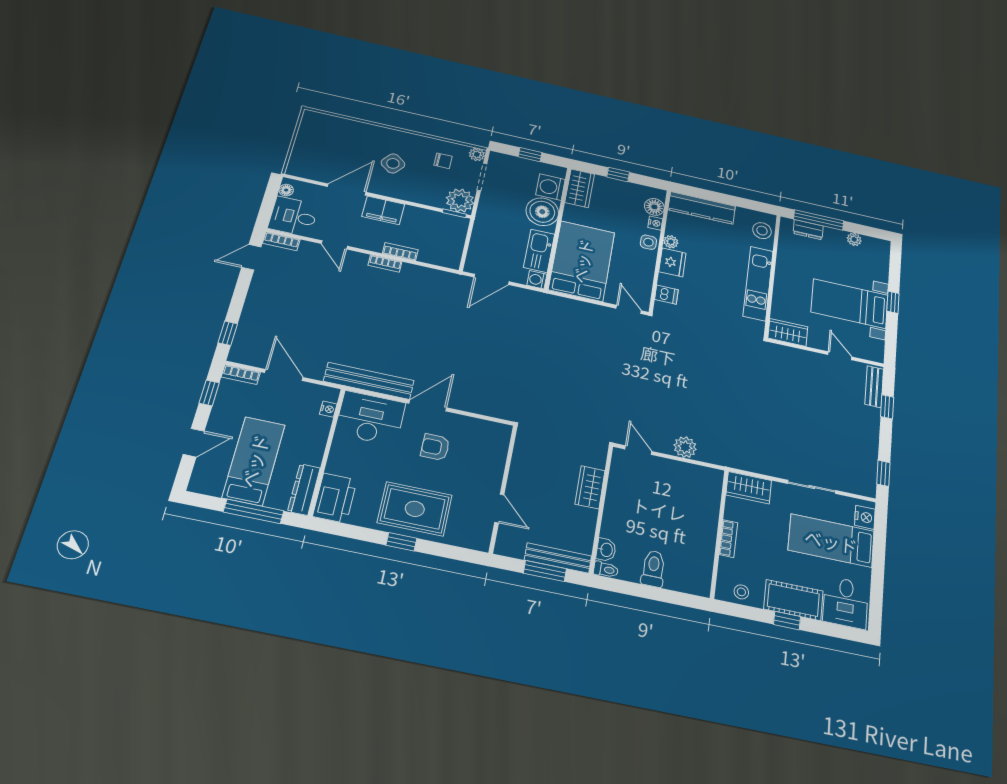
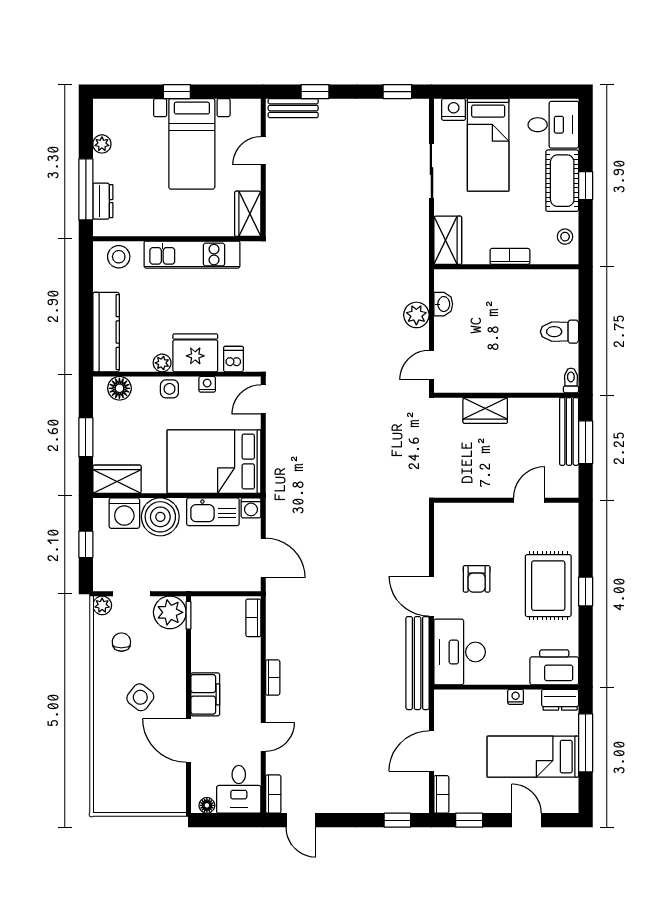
window: (618, 175) -> (86, 437), width x1.50
nightstand: (655, 223) -> (207, 384), moved
bookcase: (400, 252) -> (253, 618), moved
fridge: (672, 262) -> (195, 353), width x1.36, depth x1.34
nightstand: (328, 409) -> (516, 697), moved
dresser: (304, 489) -> (560, 700), width x0.70
washbasin: (606, 550) -> (443, 304), moved, turned 90

